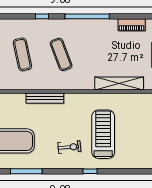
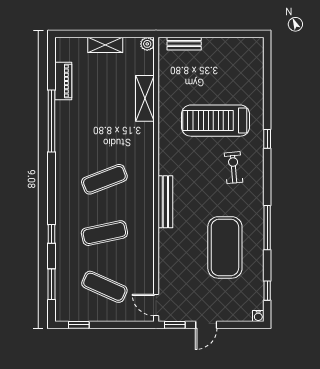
window: (42, 16) -> (51, 234), moved
window: (87, 16) -> (51, 121), moved
shelving: (119, 83) -> (145, 98), width x0.68

